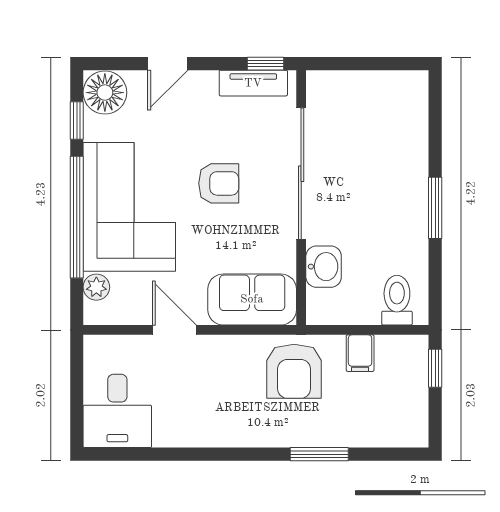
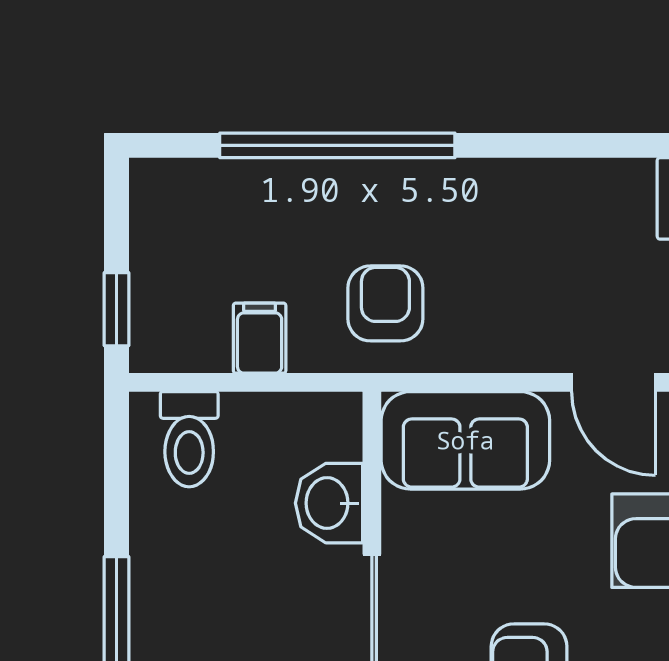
armchair: (294, 371) -> (385, 303), width x0.72, depth x0.72
window: (319, 454) -> (337, 145), width x2.11

